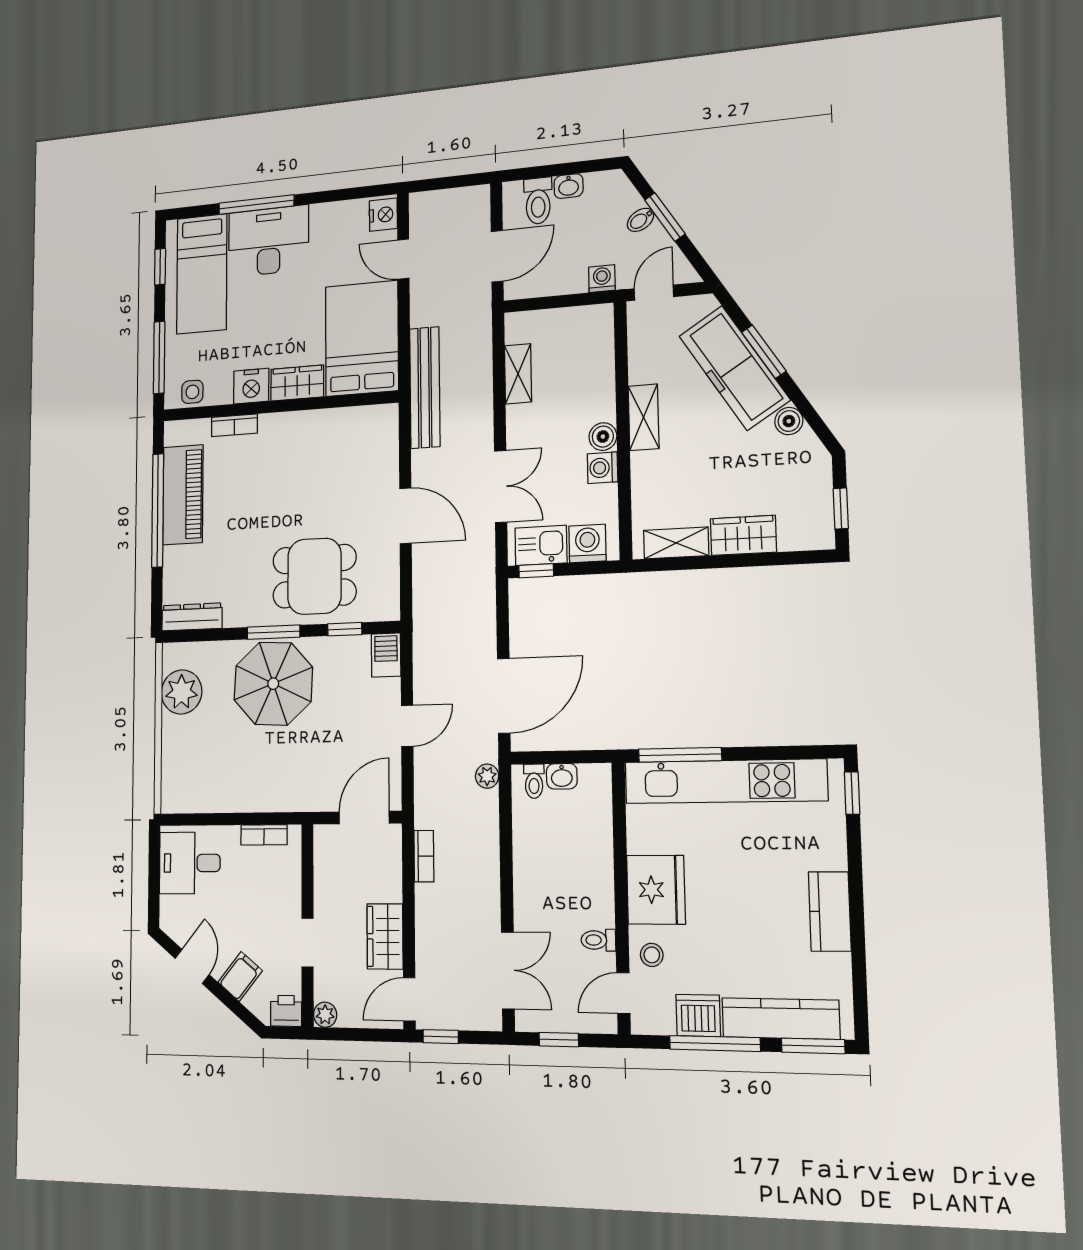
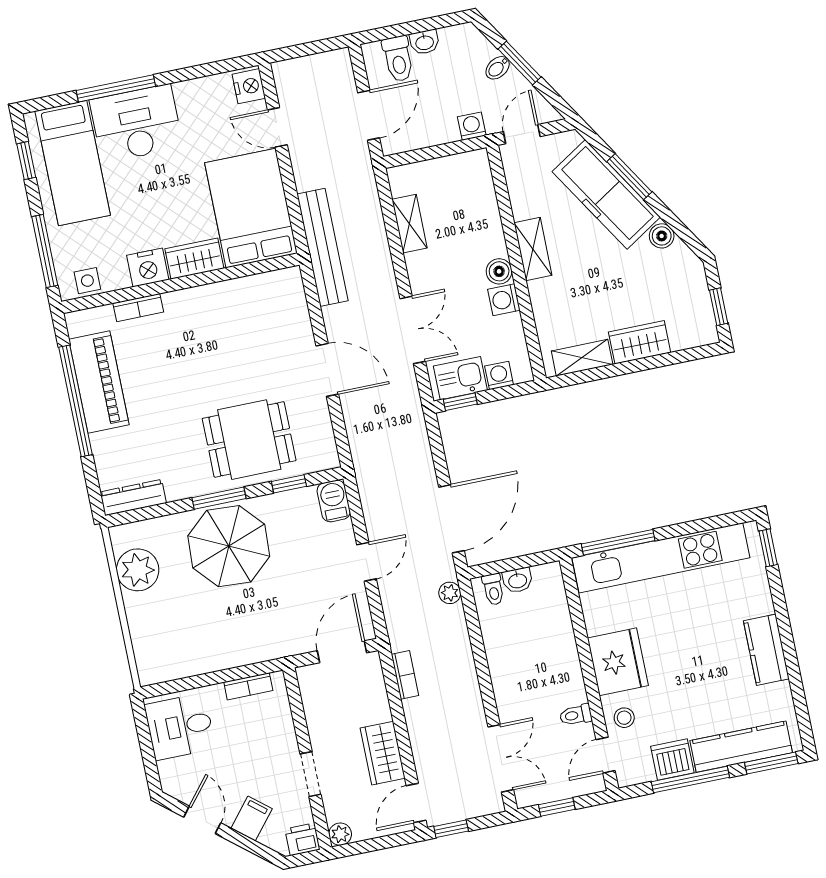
washing machine: (587, 543) -> (499, 375), width x0.73, depth x0.73

